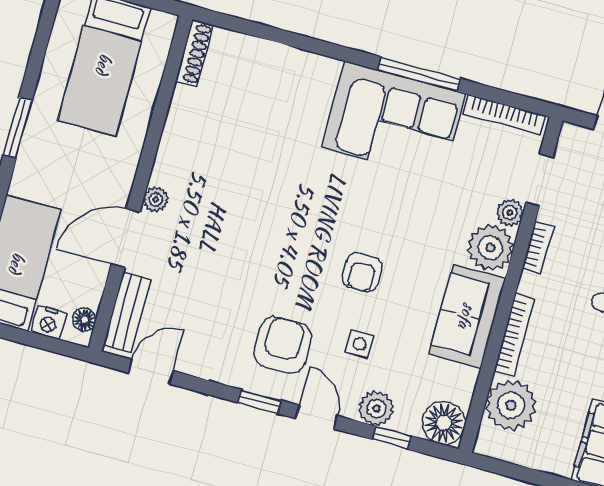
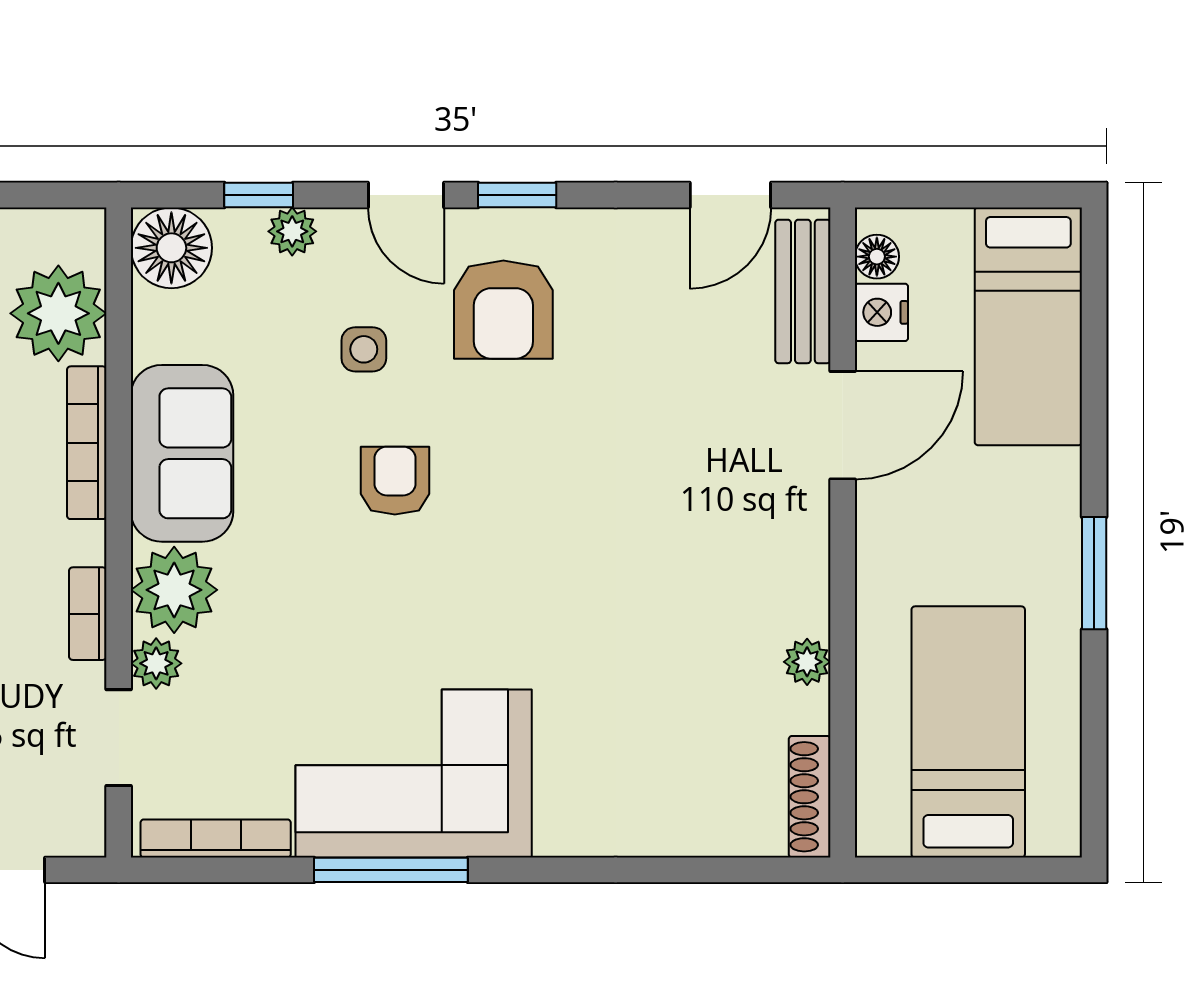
plant: (156, 199) -> (807, 662), moved
nightstand: (48, 322) -> (881, 312), moved, turned -90
plant: (376, 409) -> (292, 231), width x0.73, depth x0.73

